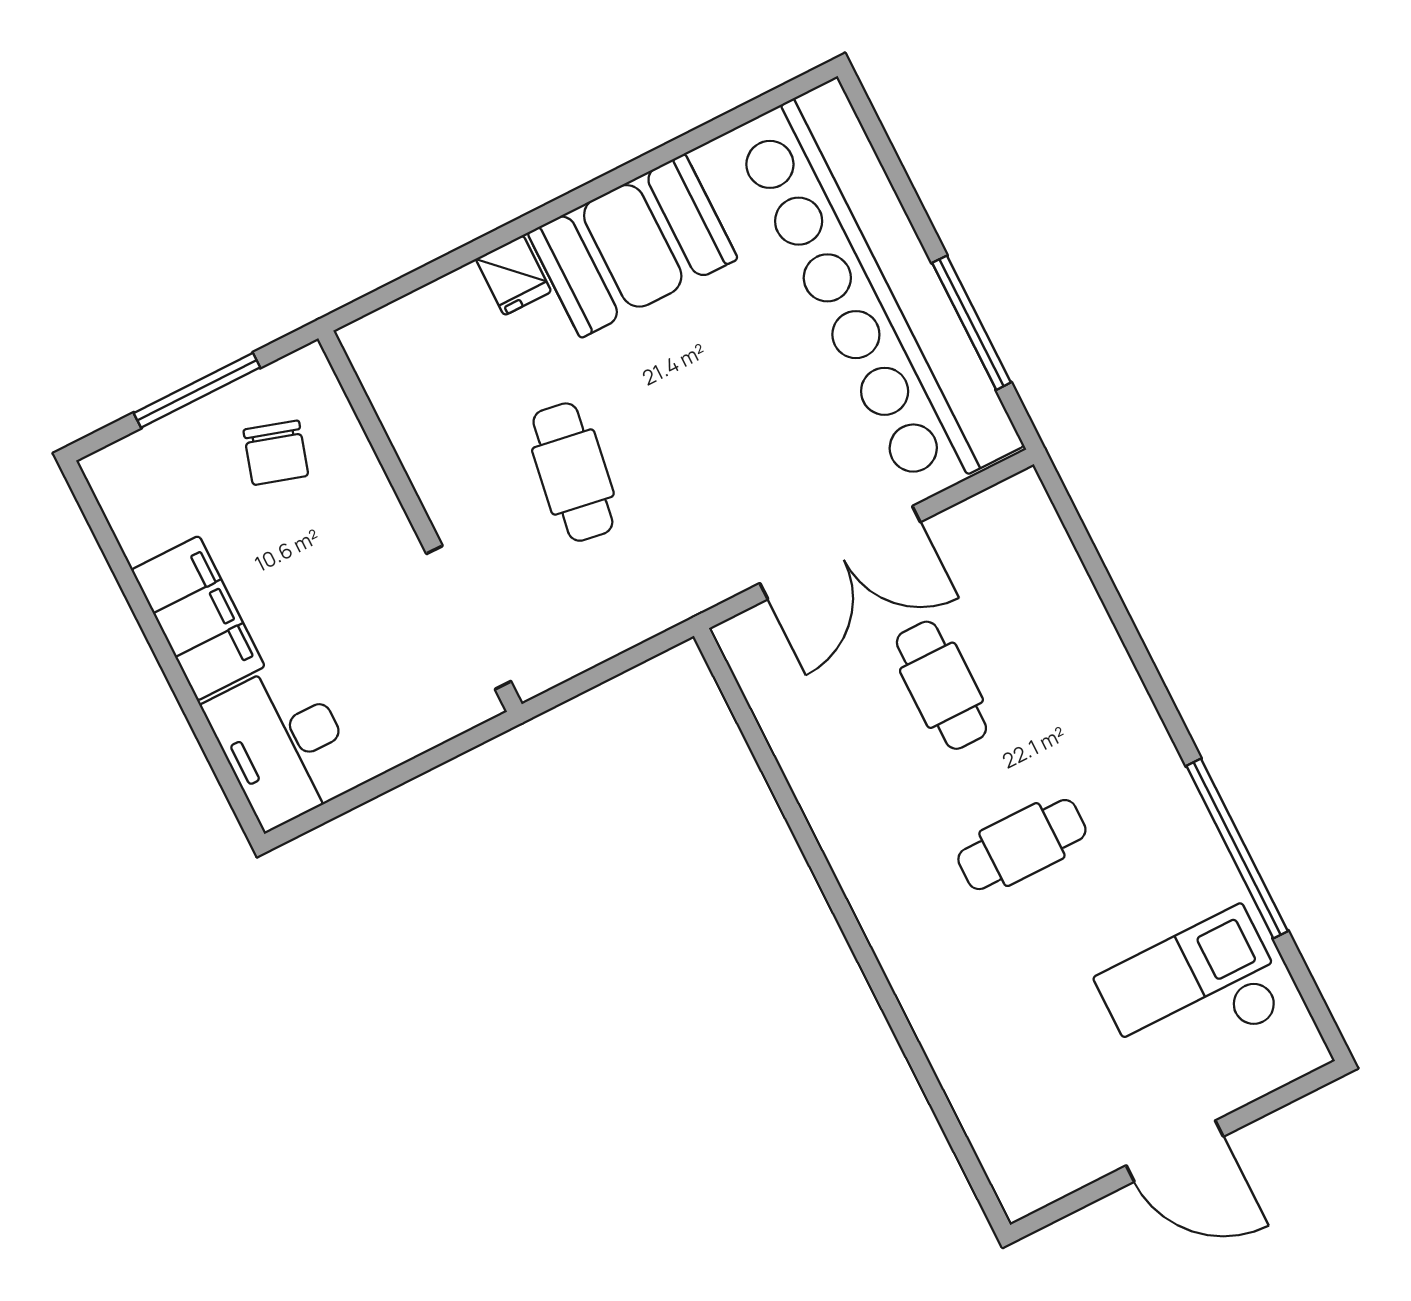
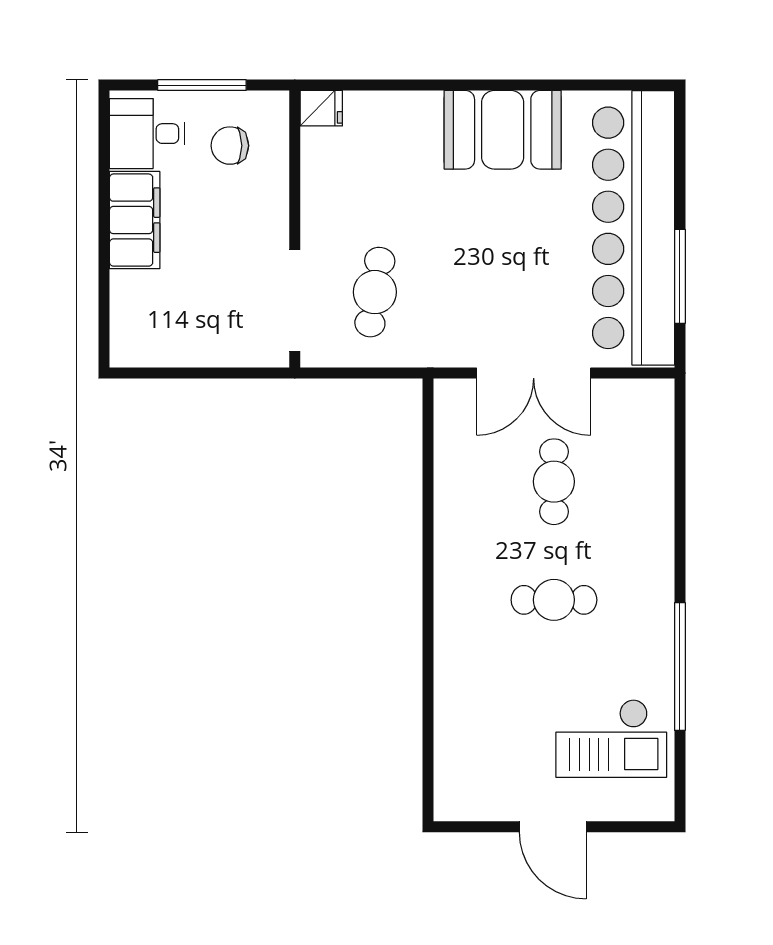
fridge: (514, 275) -> (321, 108), moved, turned -90
chair: (276, 453) -> (230, 146), turned 73
cafe table: (573, 472) -> (375, 292), moved
desk: (283, 744) -> (147, 134), moved, width x0.73
checkout: (1193, 992) -> (611, 738), turned 180

